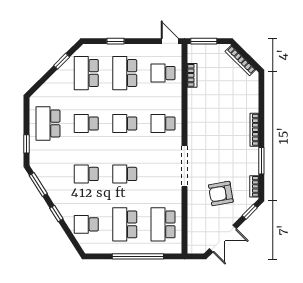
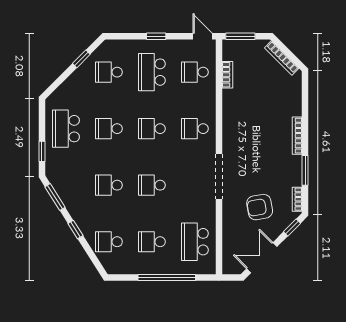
window: (115, 41) -> (156, 36), moved
school desk: (86, 73) -> (109, 72), width x0.54
school desk: (125, 224) -> (152, 242), width x0.54
double door: (223, 239) -> (262, 258), swing flipped

